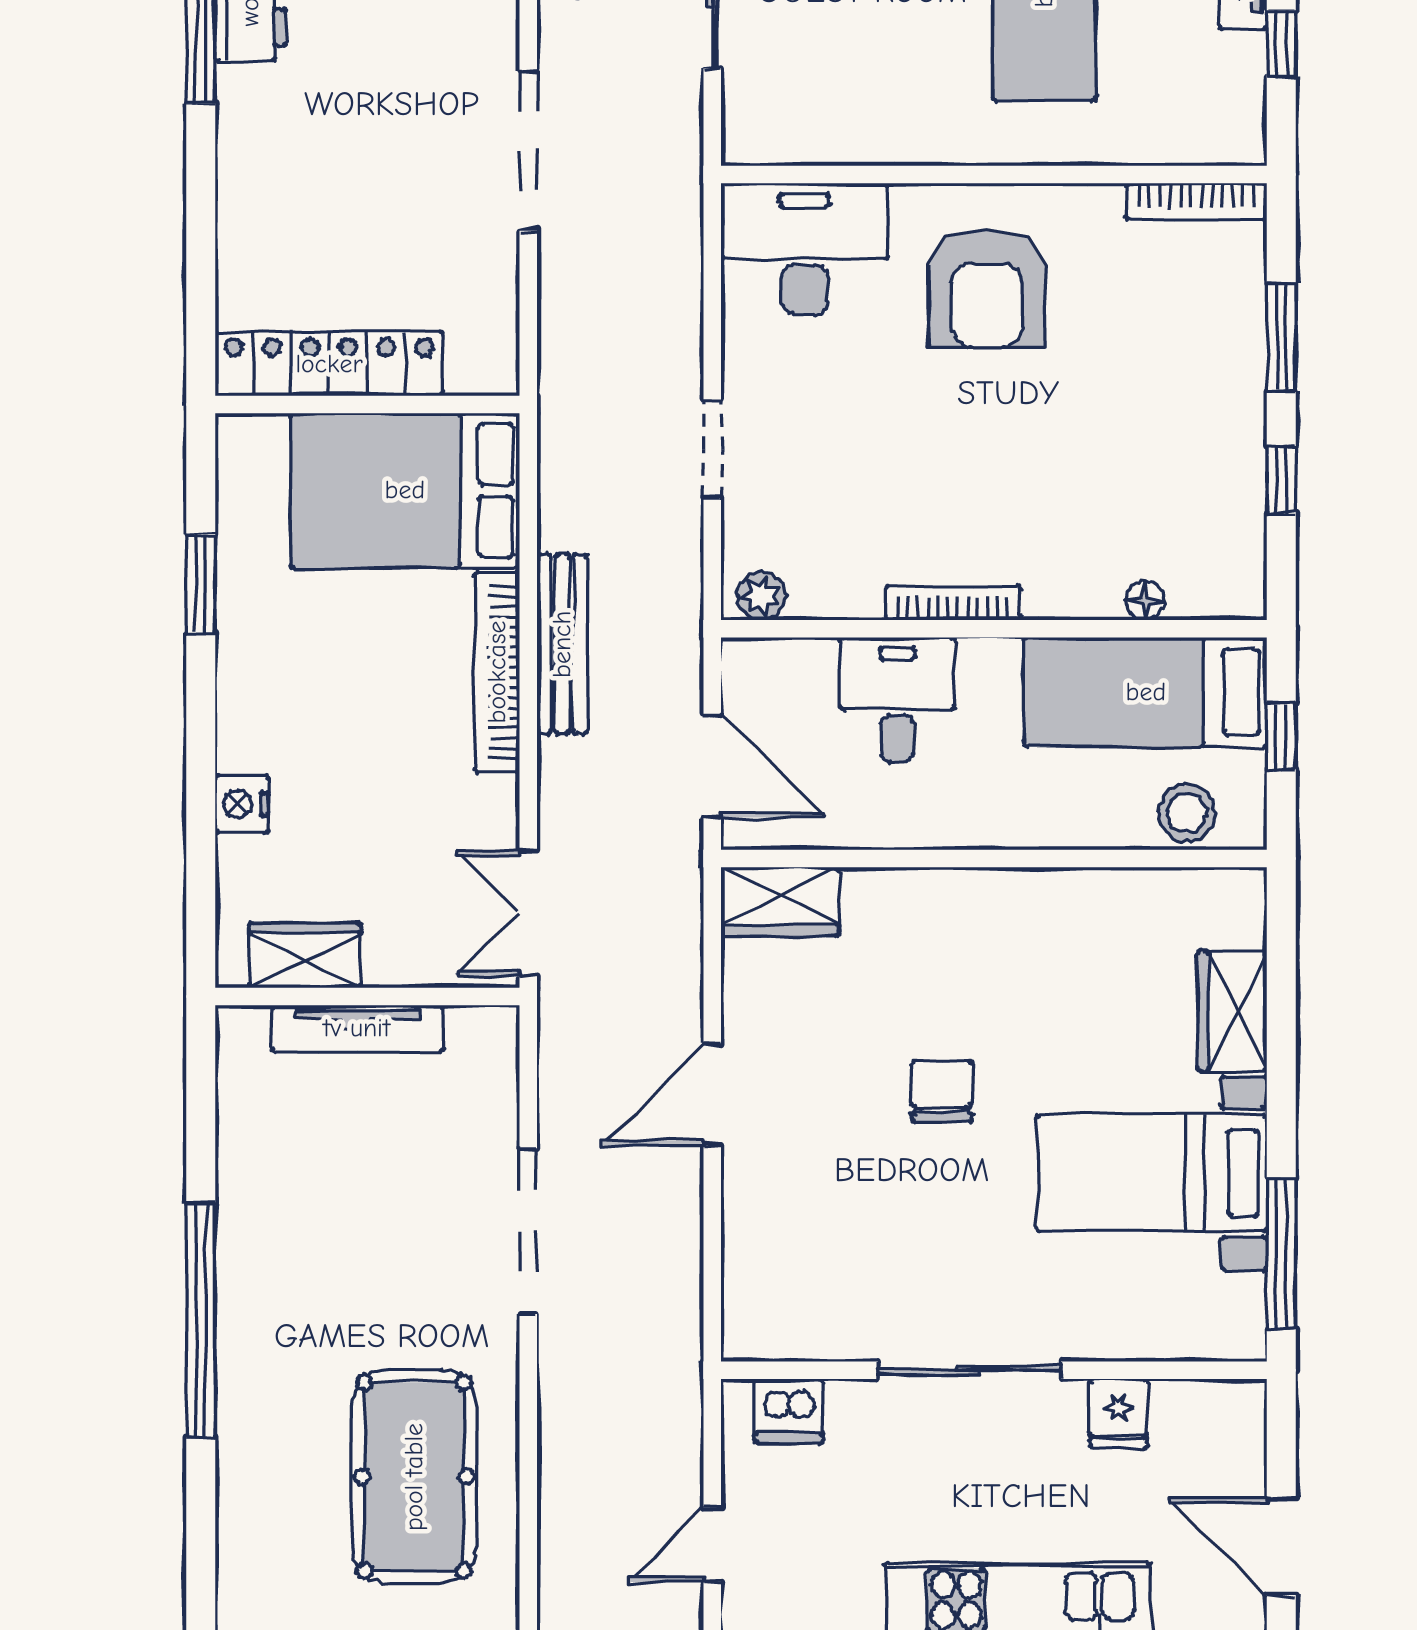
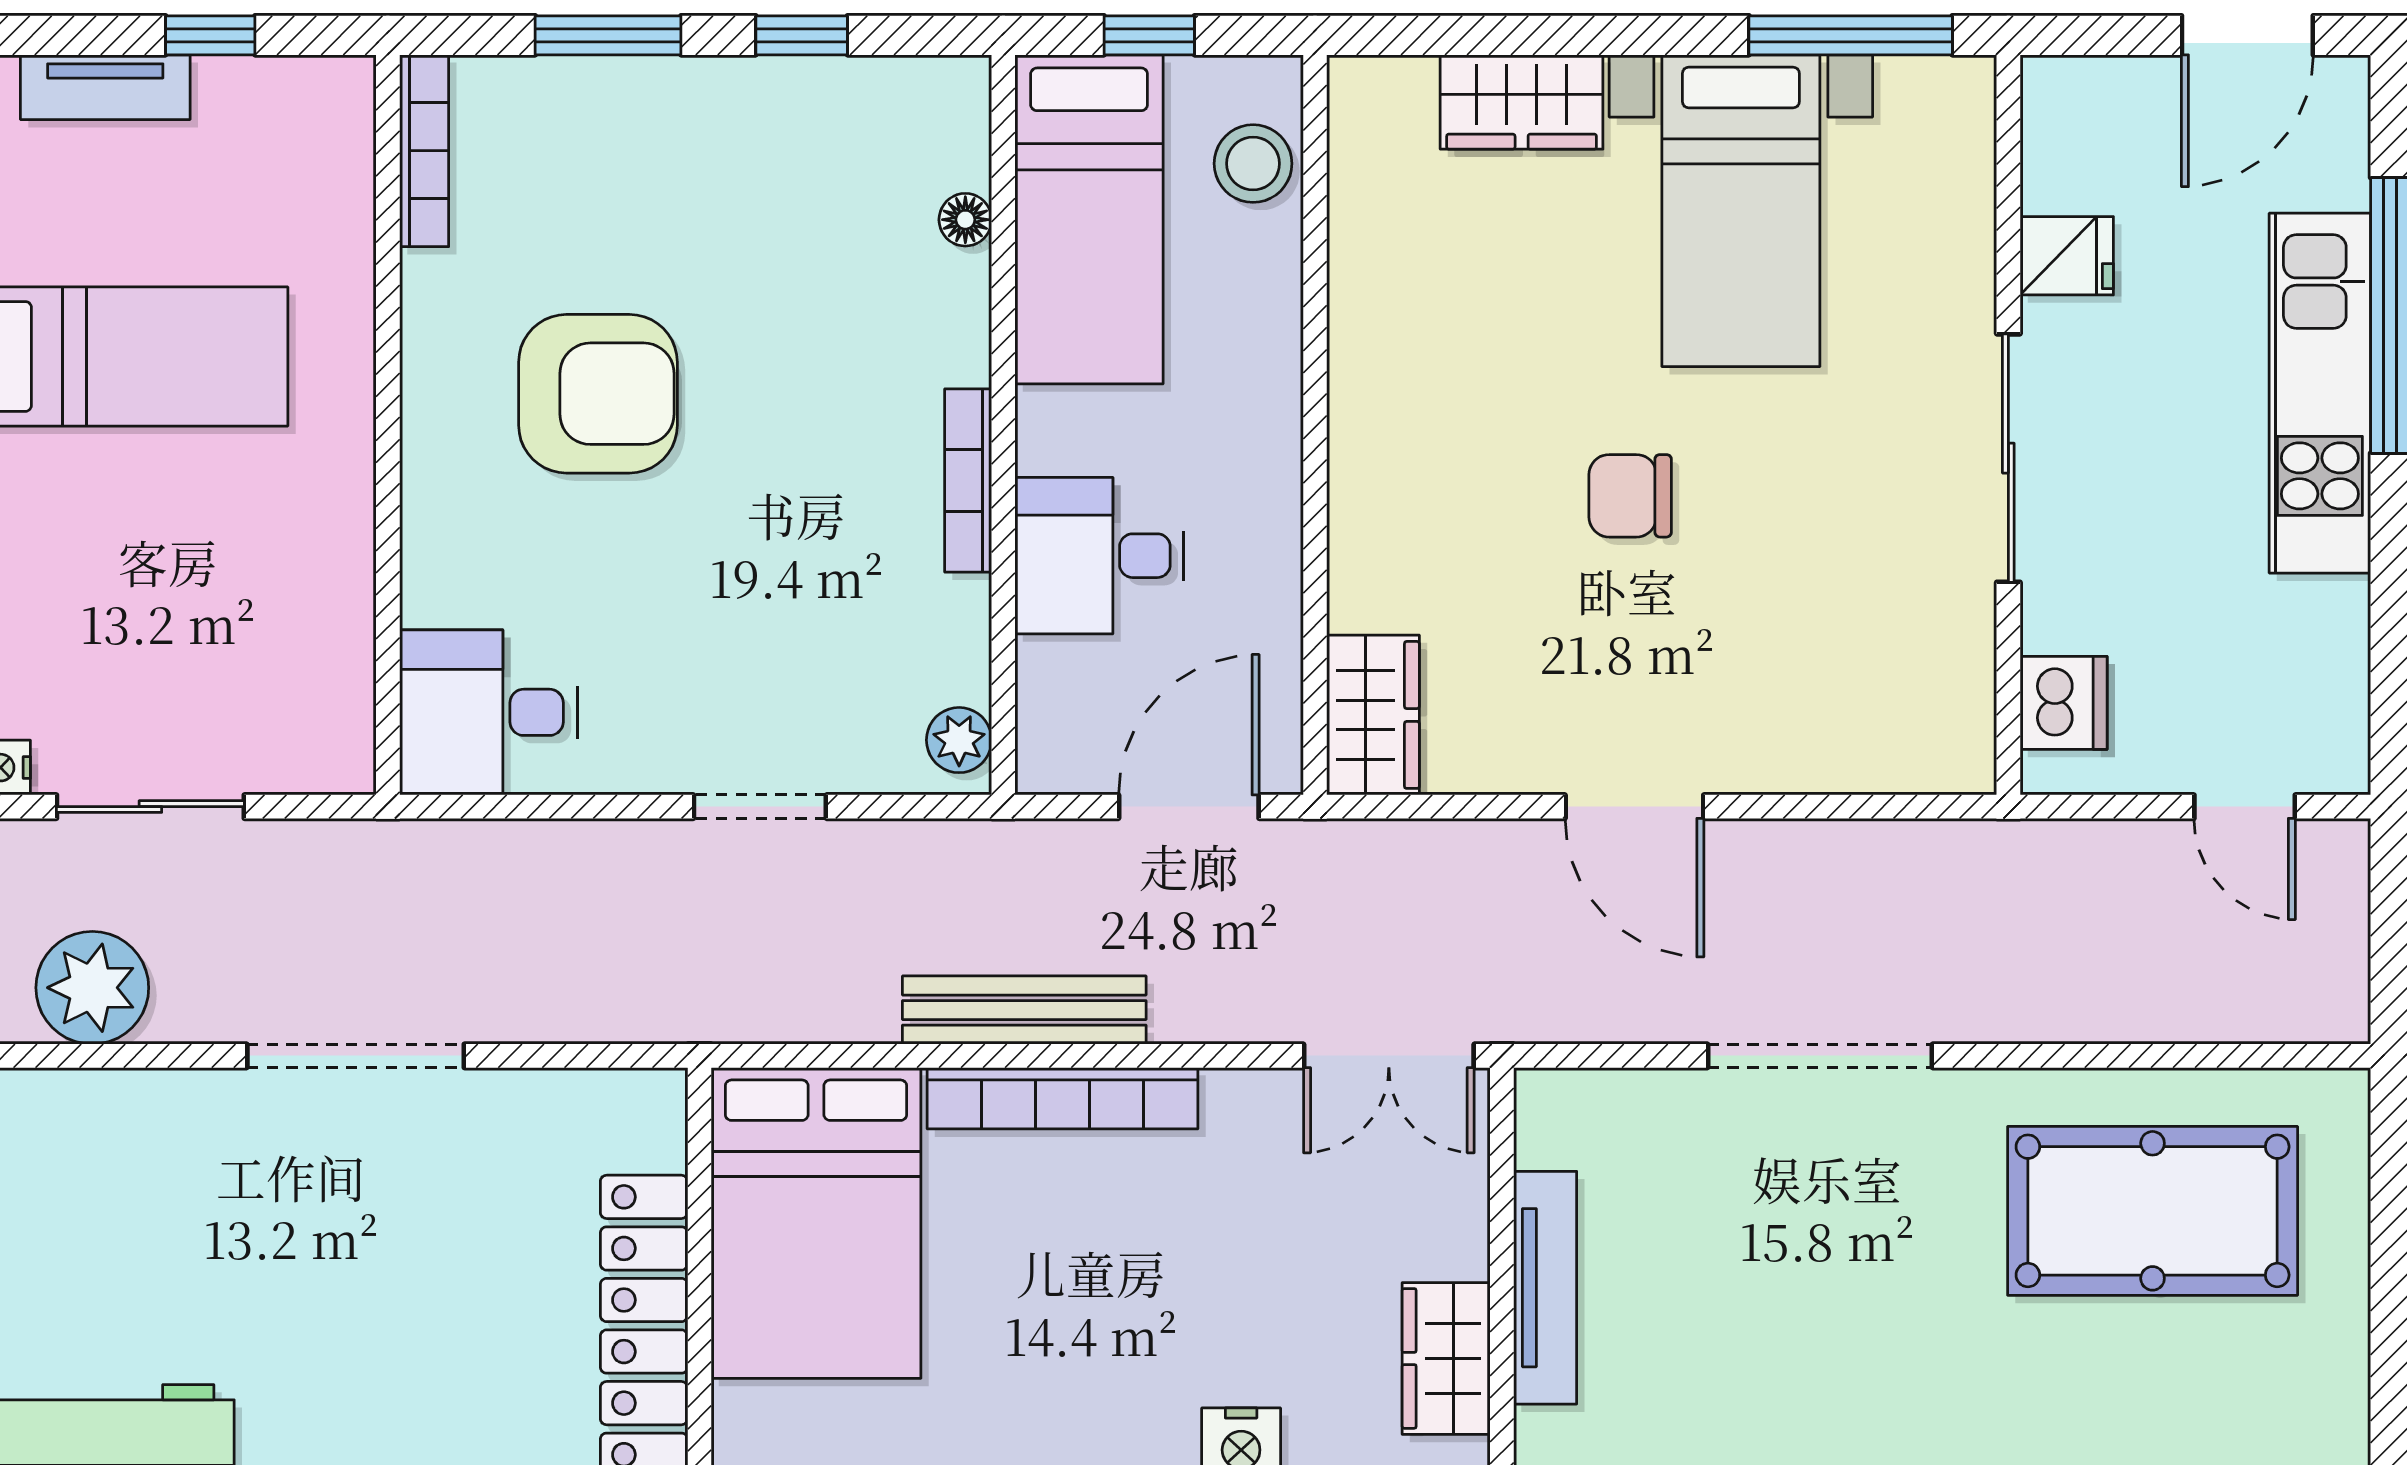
desk: (804, 249) -> (489, 712), width x0.73
armchair: (987, 288) -> (598, 394), moved

